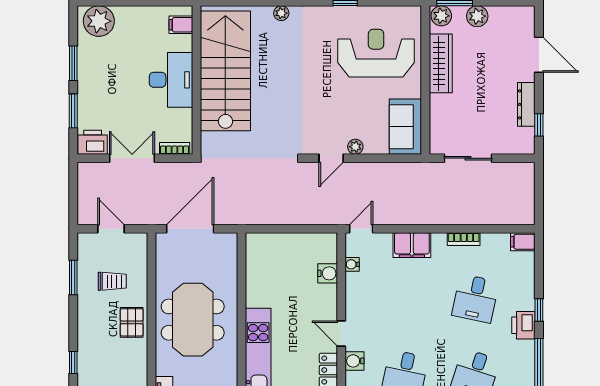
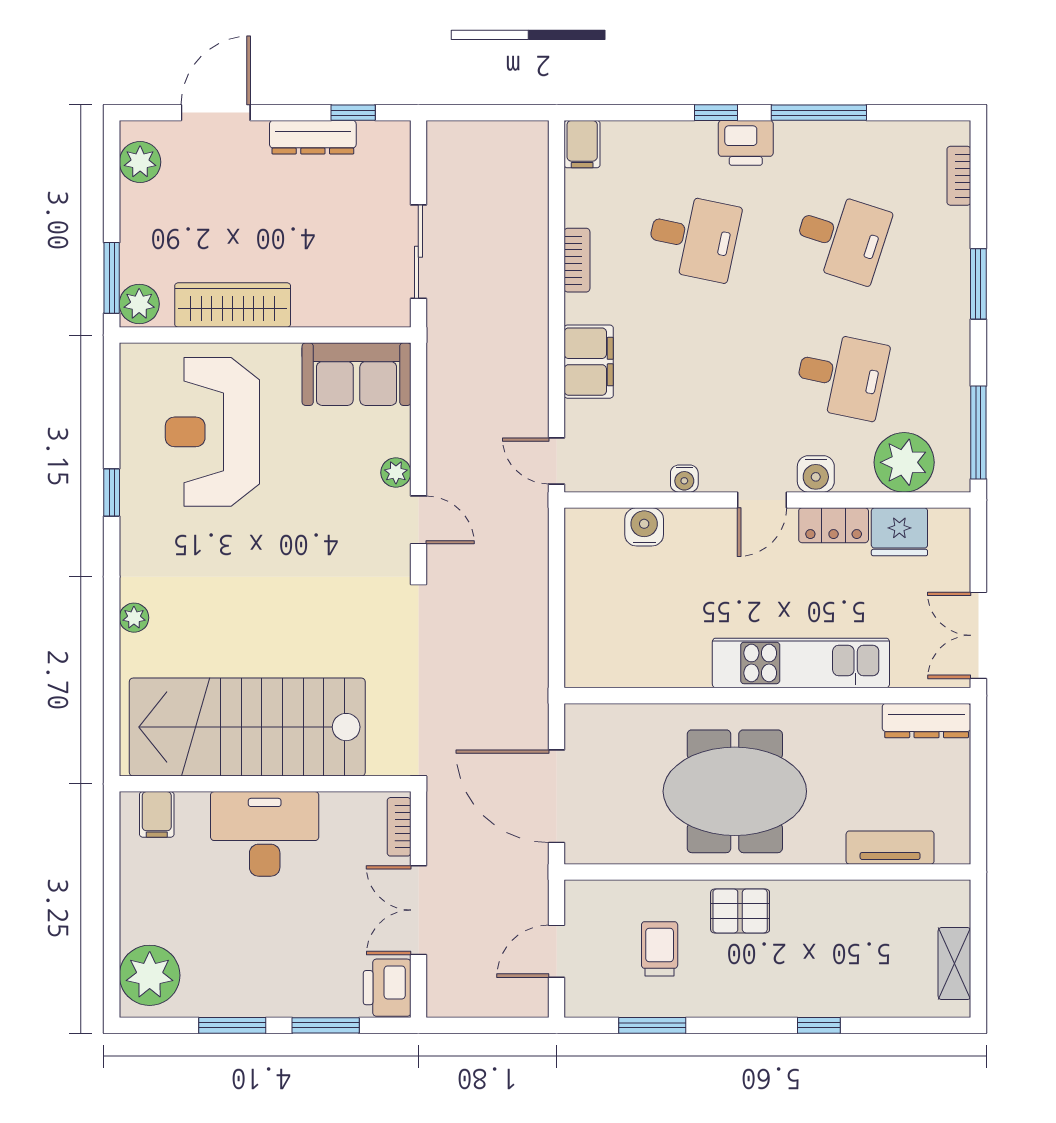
plant: (477, 16) -> (140, 162), moved
water cooler: (352, 264) -> (684, 479), moved

